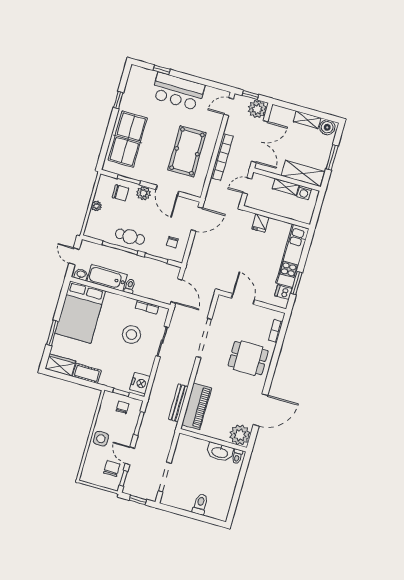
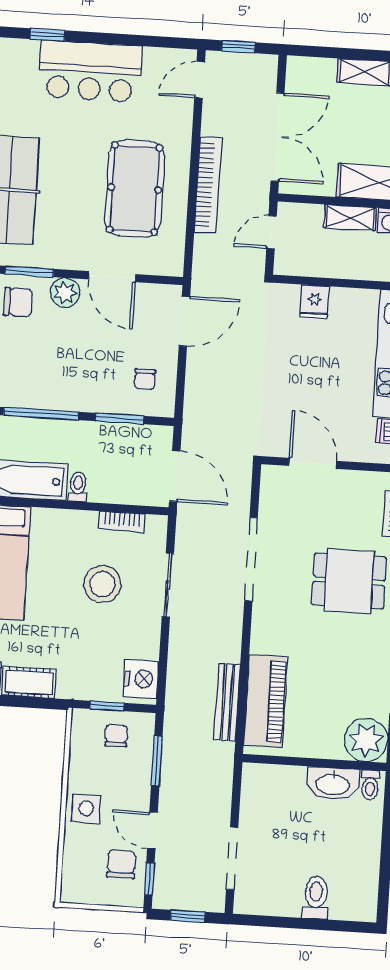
plant: (257, 109) -> (259, 72), removed
cafe table: (130, 237) -> (57, 387), removed

